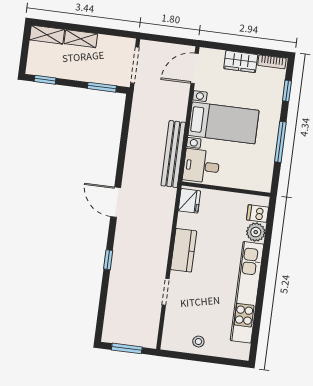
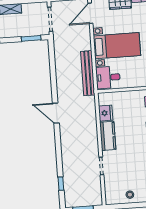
fridge: (189, 201) -> (106, 113), moved
window: (108, 260) -> (61, 184), moved

